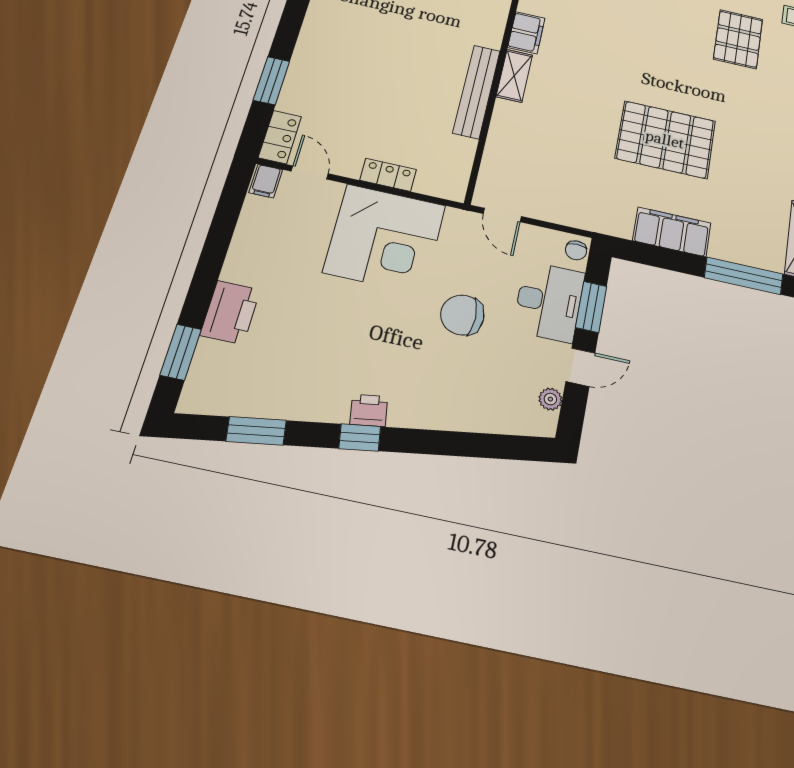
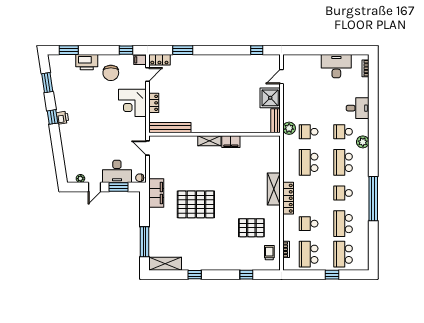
bench: (477, 91) -> (170, 128), moved
pallet: (665, 140) -> (196, 204), turned 90
window: (229, 208) -> (126, 50), added
door: (502, 215) -> (147, 148), hinge flipped
filing cabinet: (672, 232) -> (156, 193), moved
corner desk: (385, 239) -> (132, 103), width x0.74, depth x0.74
chair: (462, 315) -> (111, 73), moved, turned 180
door: (580, 367) -> (95, 187), hinge flipped

